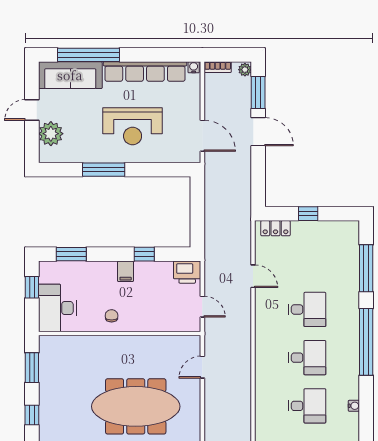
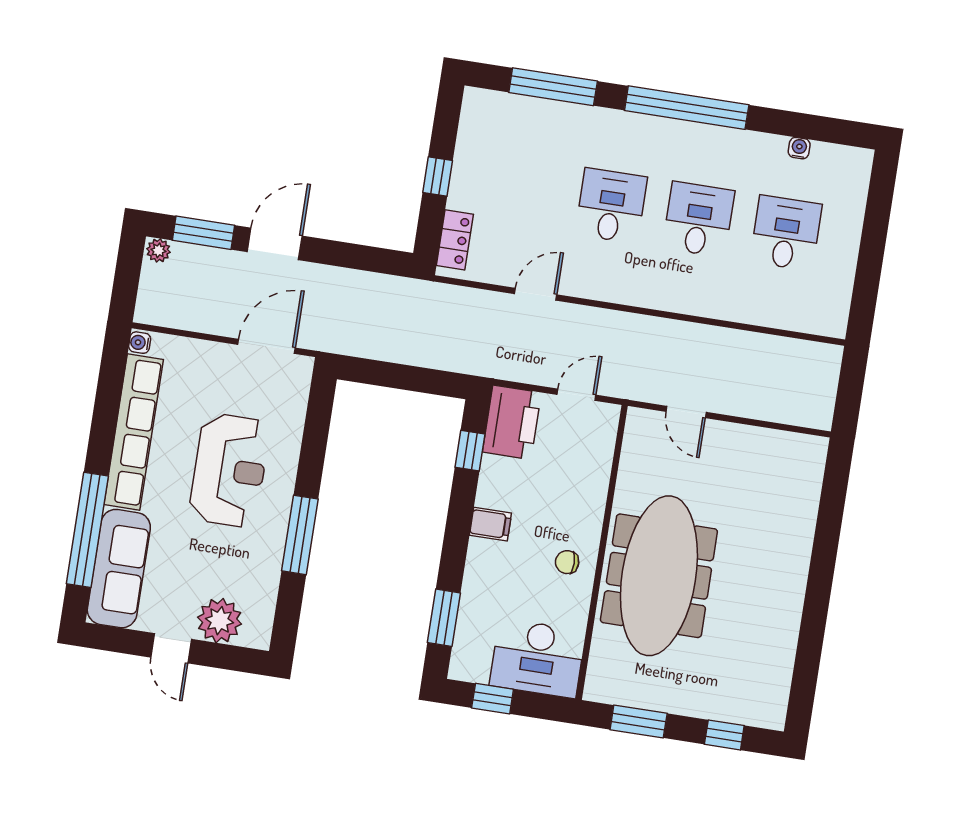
bookcase: (218, 67) -> (146, 299), removed
window: (144, 254) -> (470, 451), moved
printer: (187, 272) -> (512, 422), width x1.37, depth x1.19
meeting table: (136, 406) -> (659, 576), moved

